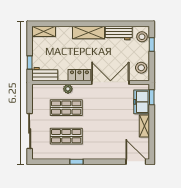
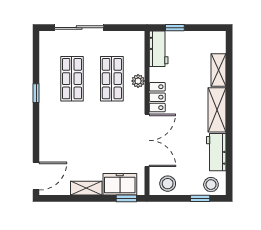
shelving: (44, 31) -> (219, 70), moved

